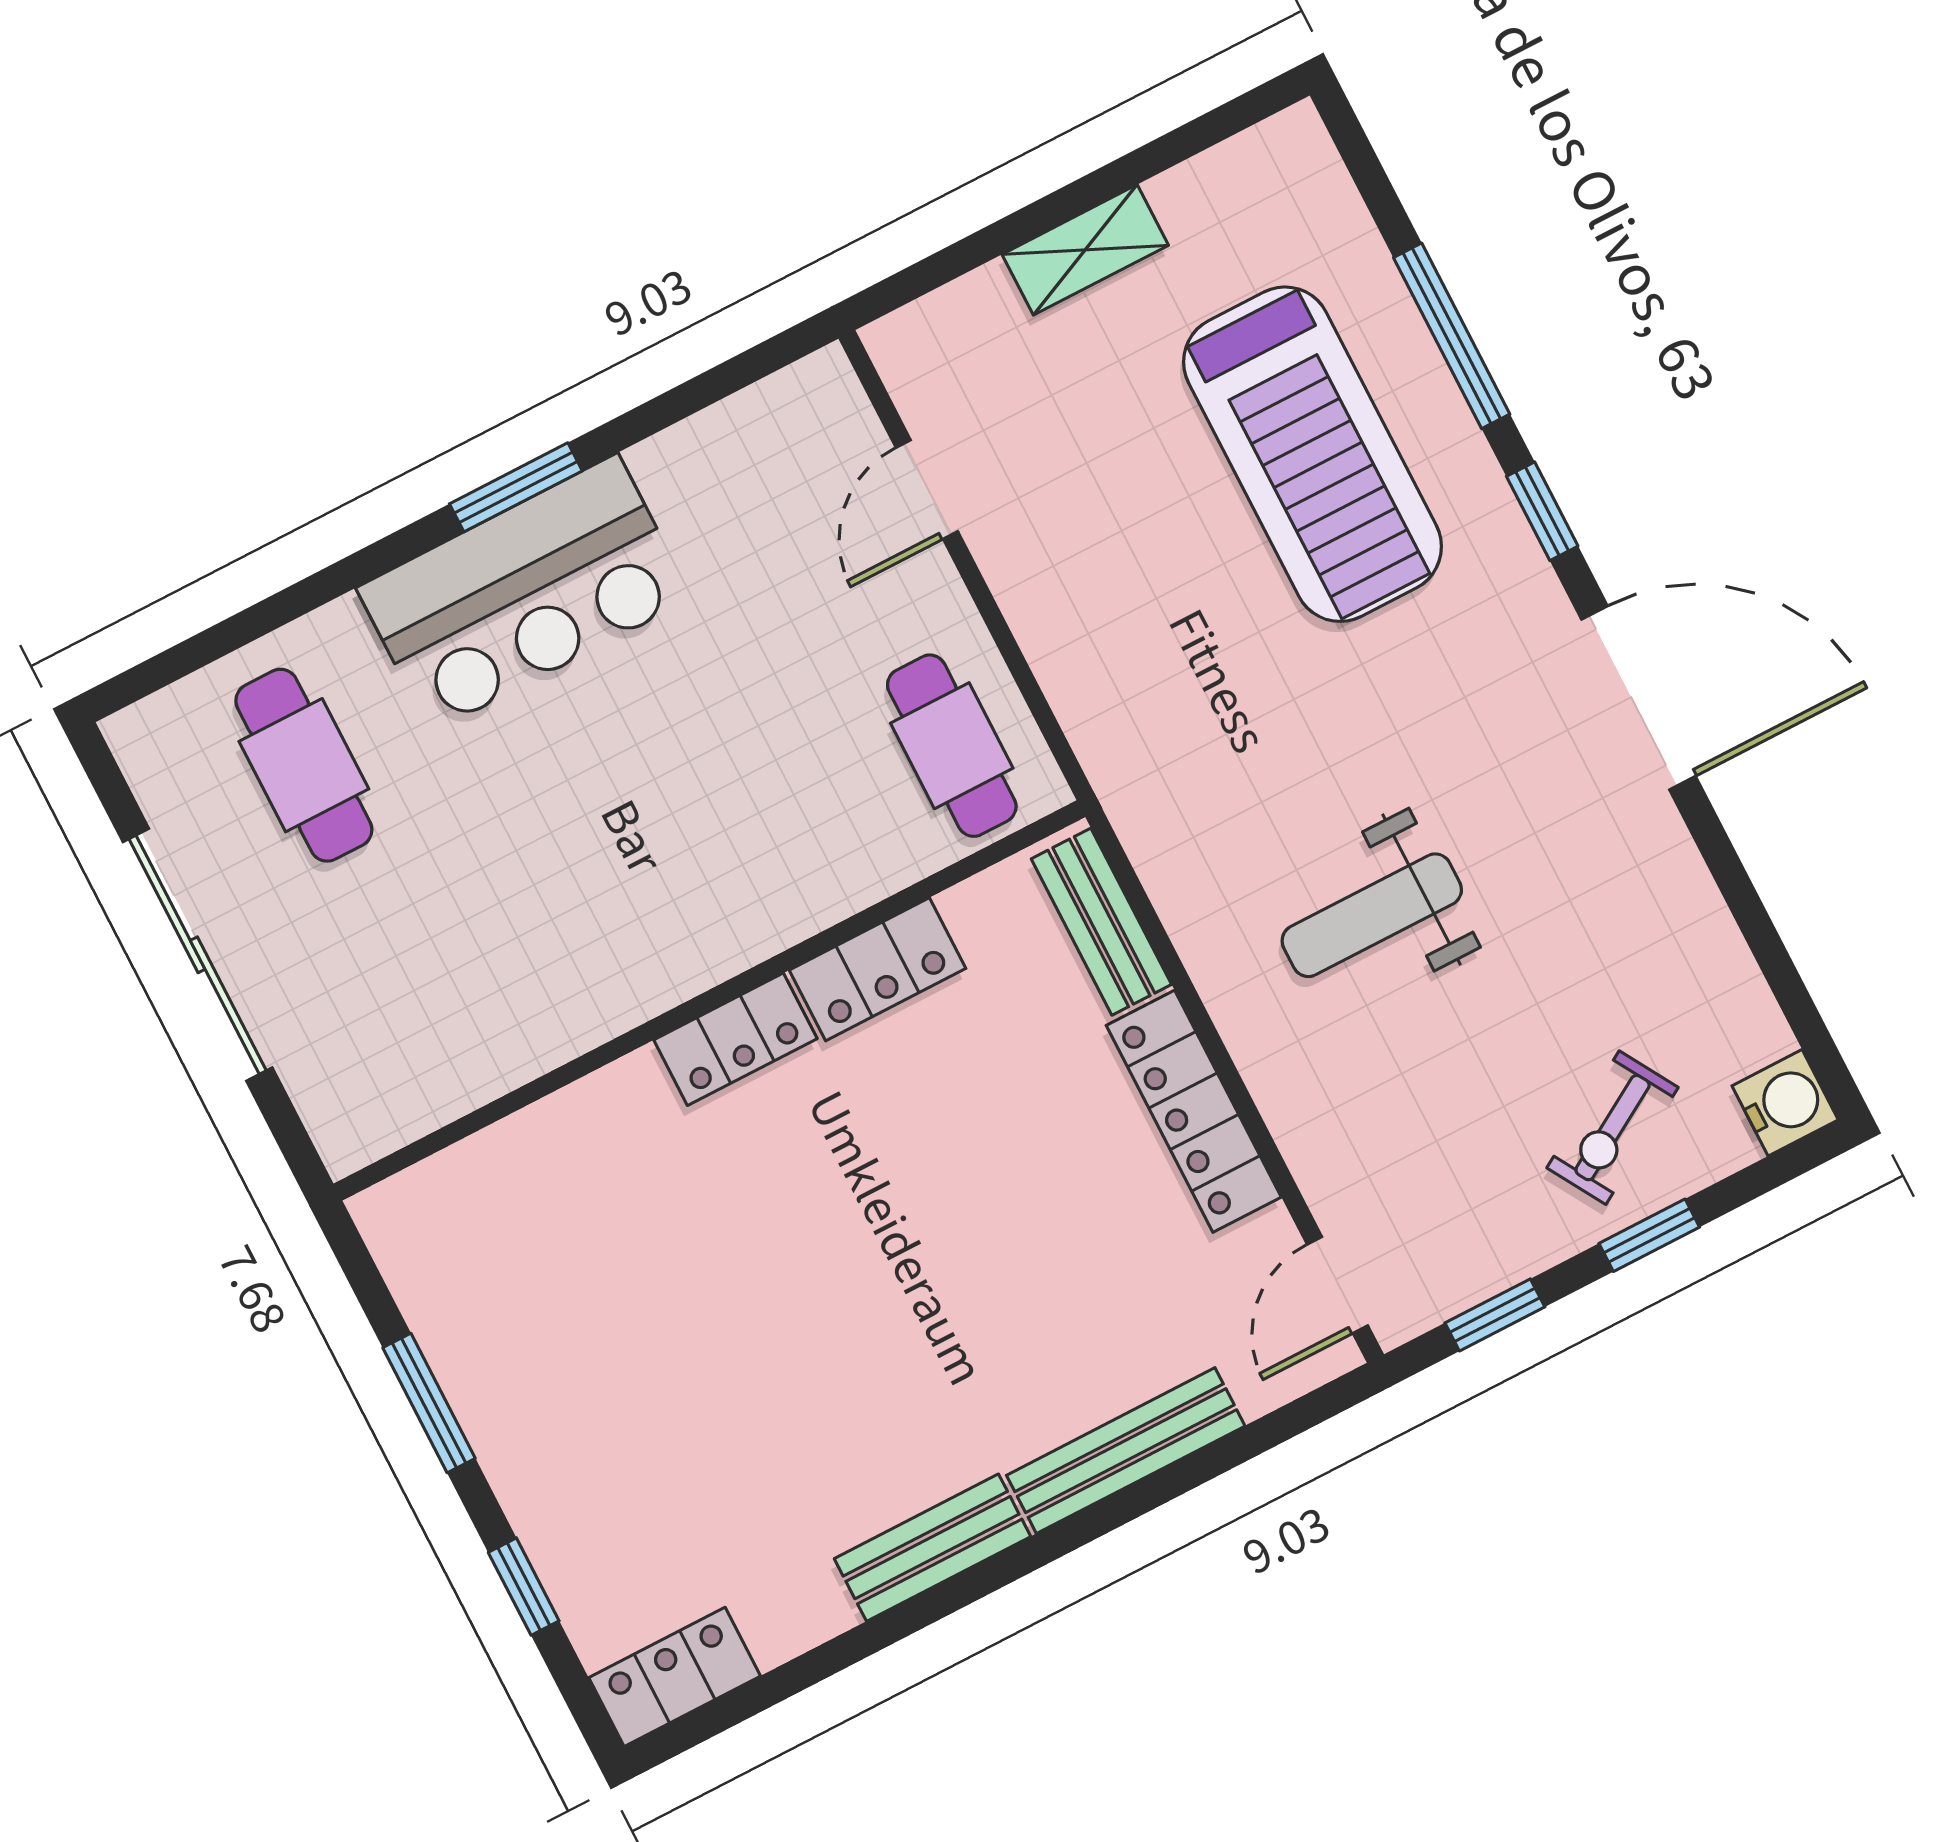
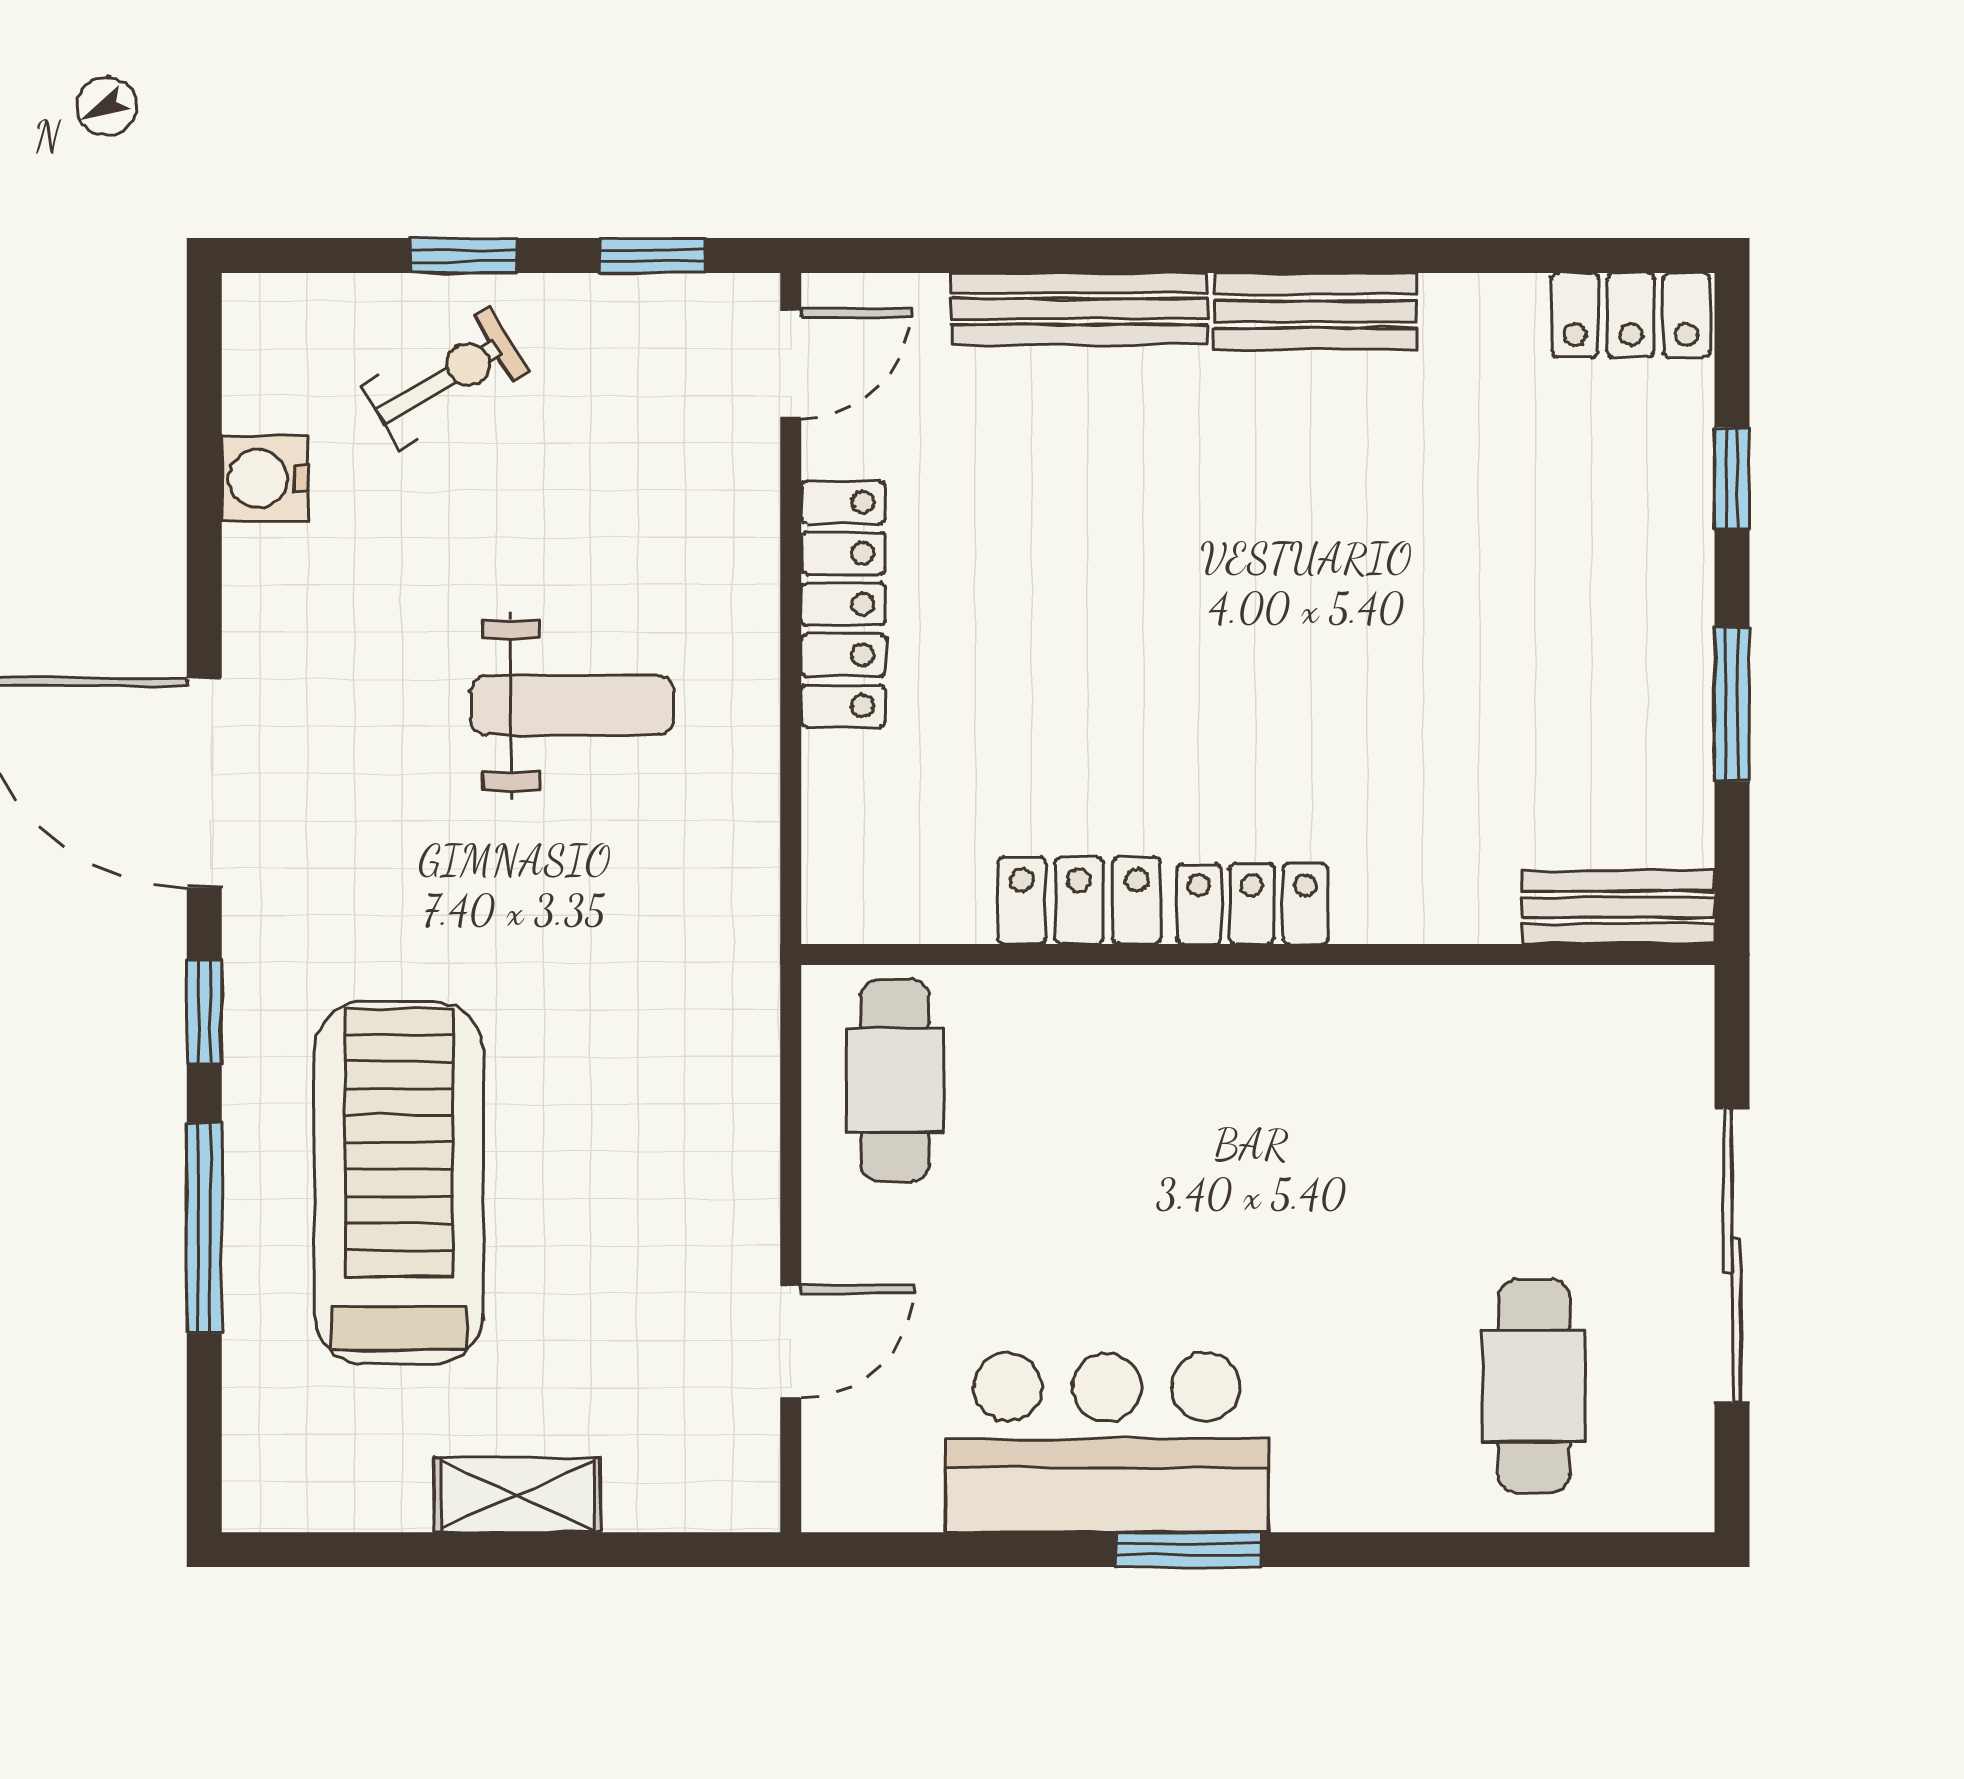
bar counter: (524, 593) -> (1107, 1443), moved
bench: (1101, 922) -> (1618, 907), moved, turned 90
water cooler: (1785, 1103) -> (265, 479), moved

